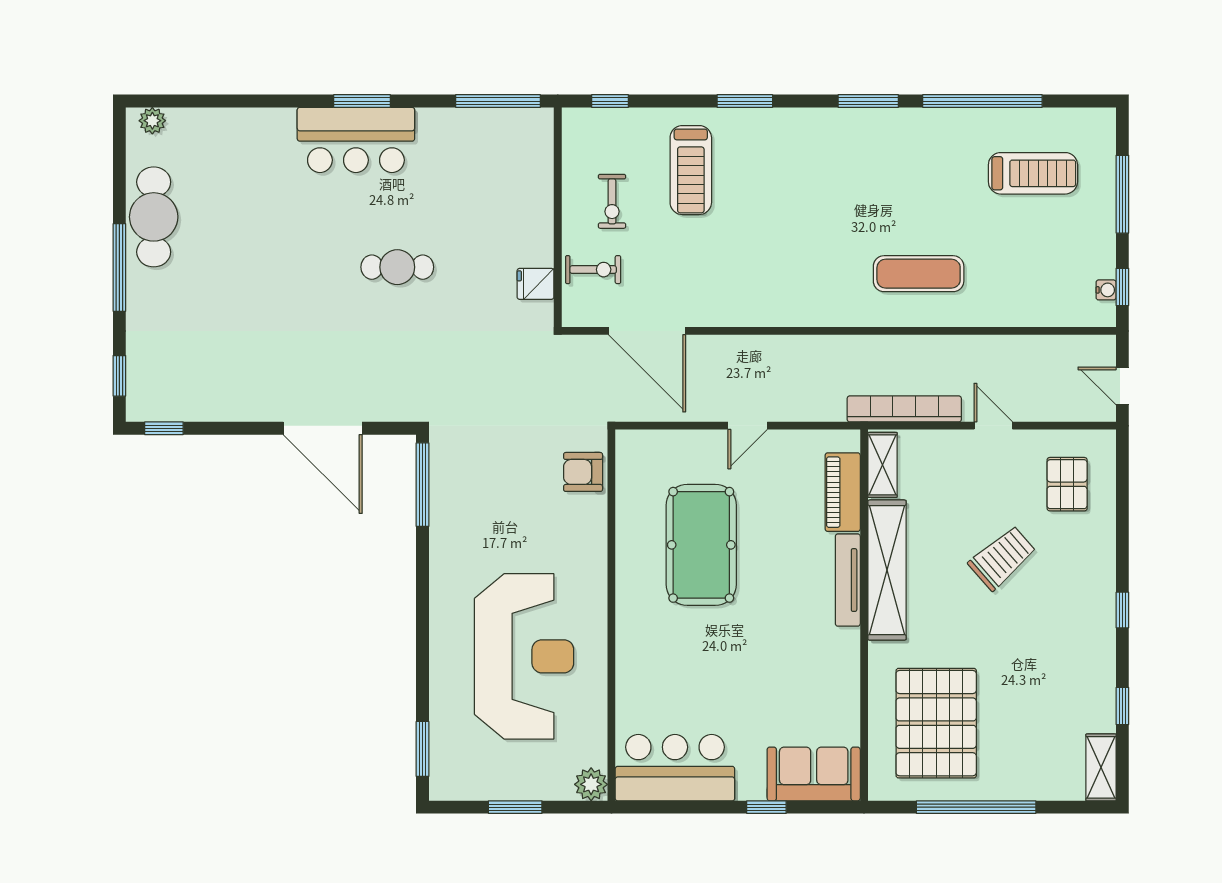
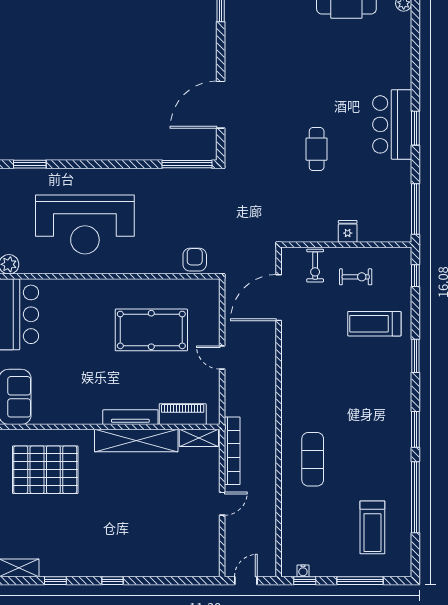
exercise bike: (612, 201) -> (356, 277), turned 180
fridge: (535, 284) -> (348, 231), moved
pallet: (1067, 484) -> (187, 548), removed
trolley: (1002, 558) -> (144, 509), removed

